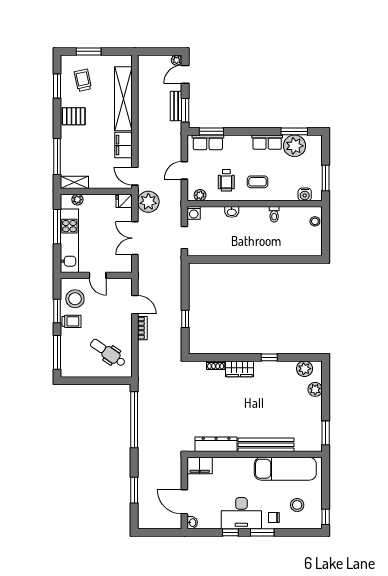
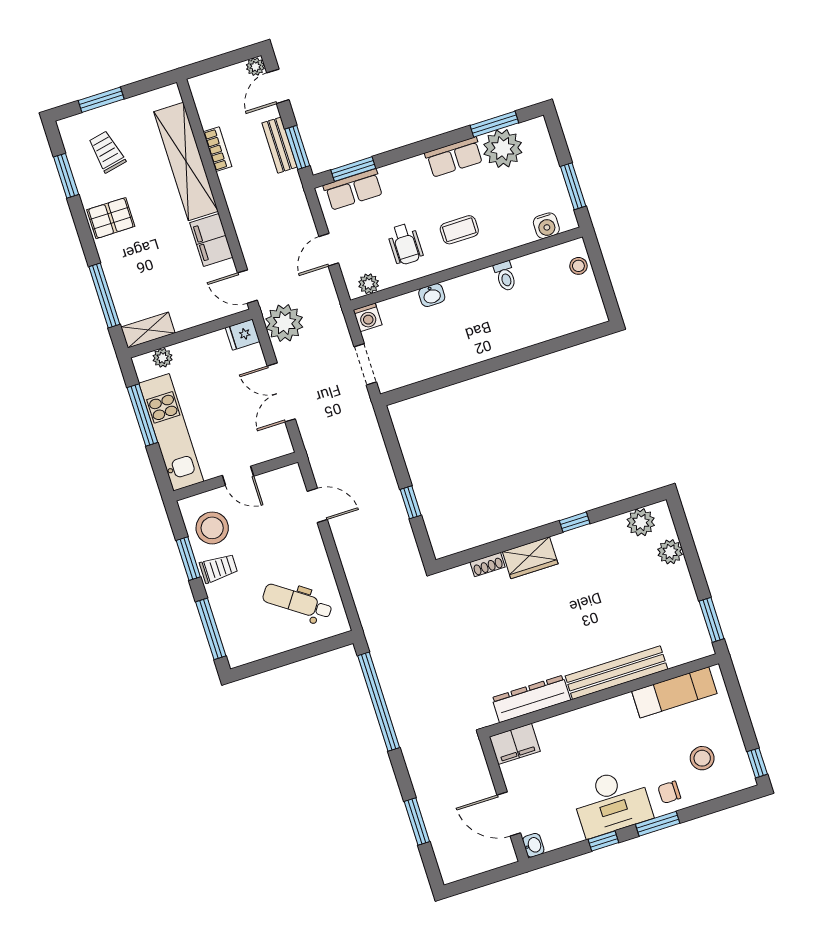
bookcase: (142, 328) -> (218, 149), moved
exam couch: (285, 469) -> (674, 692), width x0.73, depth x0.69

